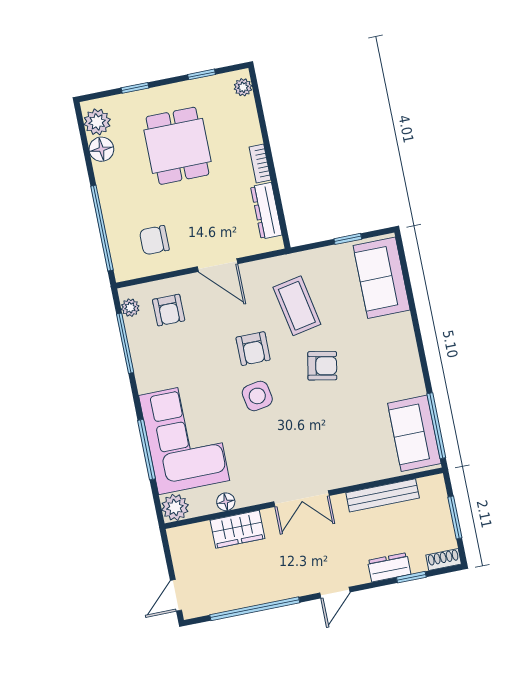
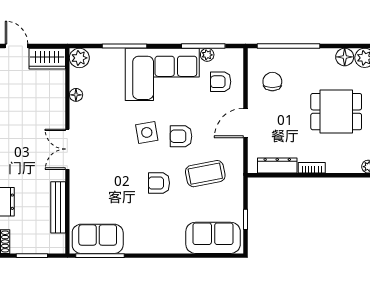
plant: (130, 308) -> (207, 55), moved
armchair: (322, 366) -> (159, 183), turned 79
corner sofa: (184, 438) -> (162, 74), moved
wardrobe: (237, 529) -> (47, 59), moved, turned -90

